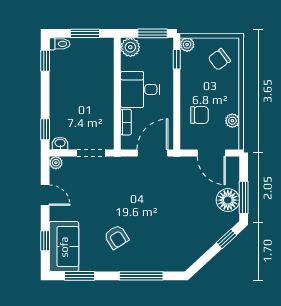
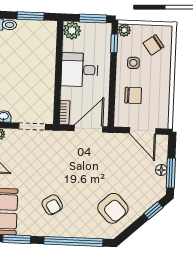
side table: (198, 80) -> (133, 63), added
plant: (232, 121) -> (163, 102), removed
bookcase: (126, 122) -> (65, 113), moved
floor lamp: (228, 200) -> (161, 170), width x0.53, depth x0.53
armchair: (182, 238) -> (113, 208), added
window: (141, 276) -> (73, 241), width x1.46

